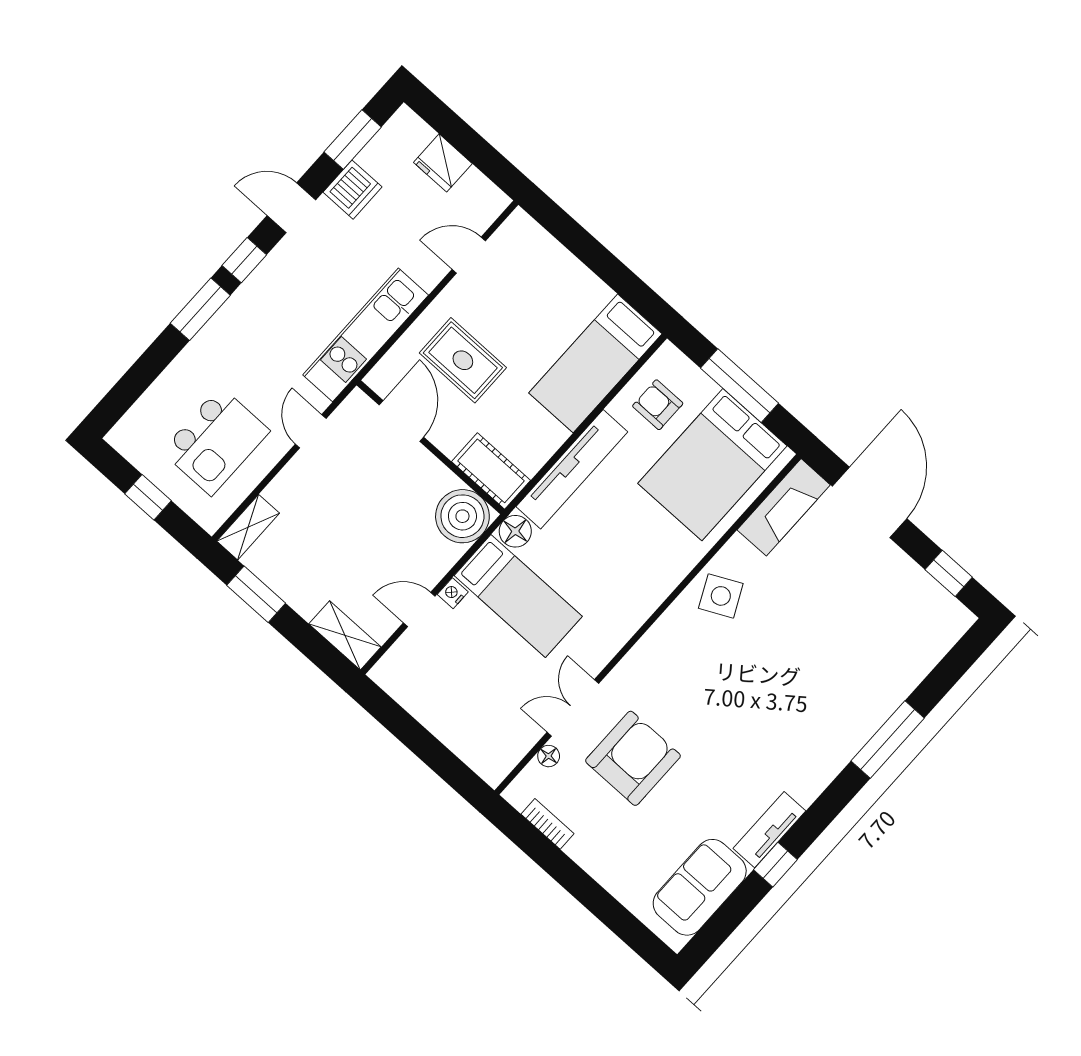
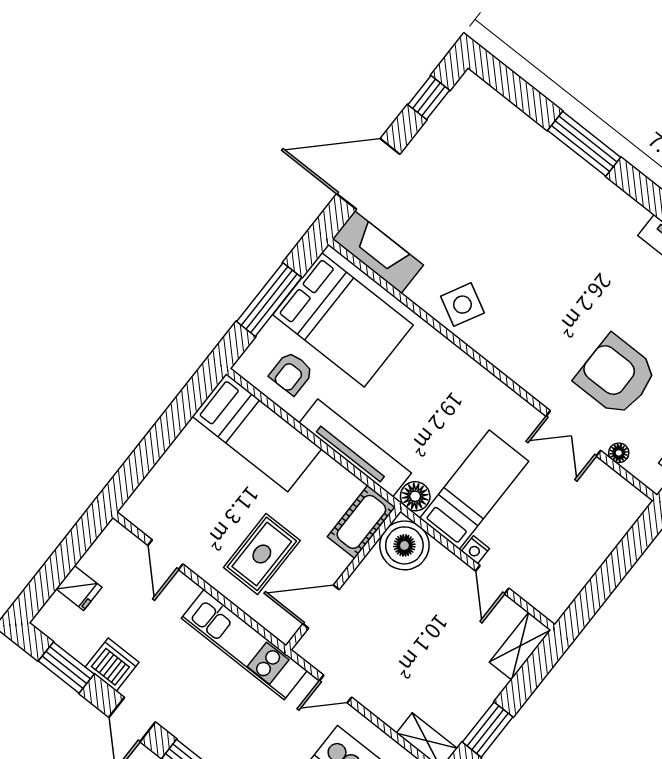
fridge: (443, 163) -> (79, 588), width x0.72
side table: (721, 596) -> (462, 305), turned -36

